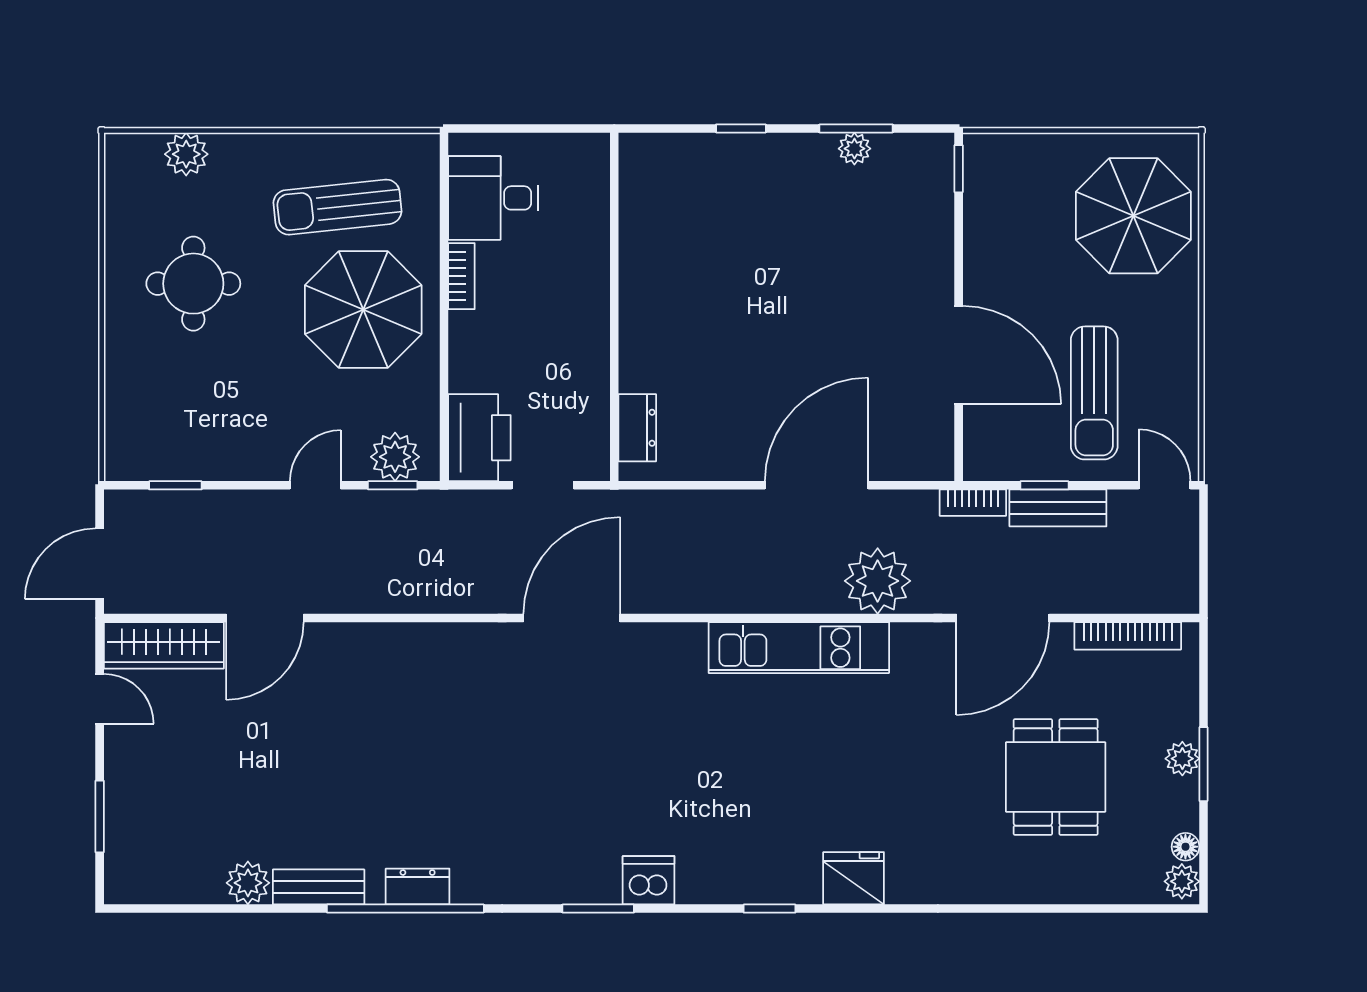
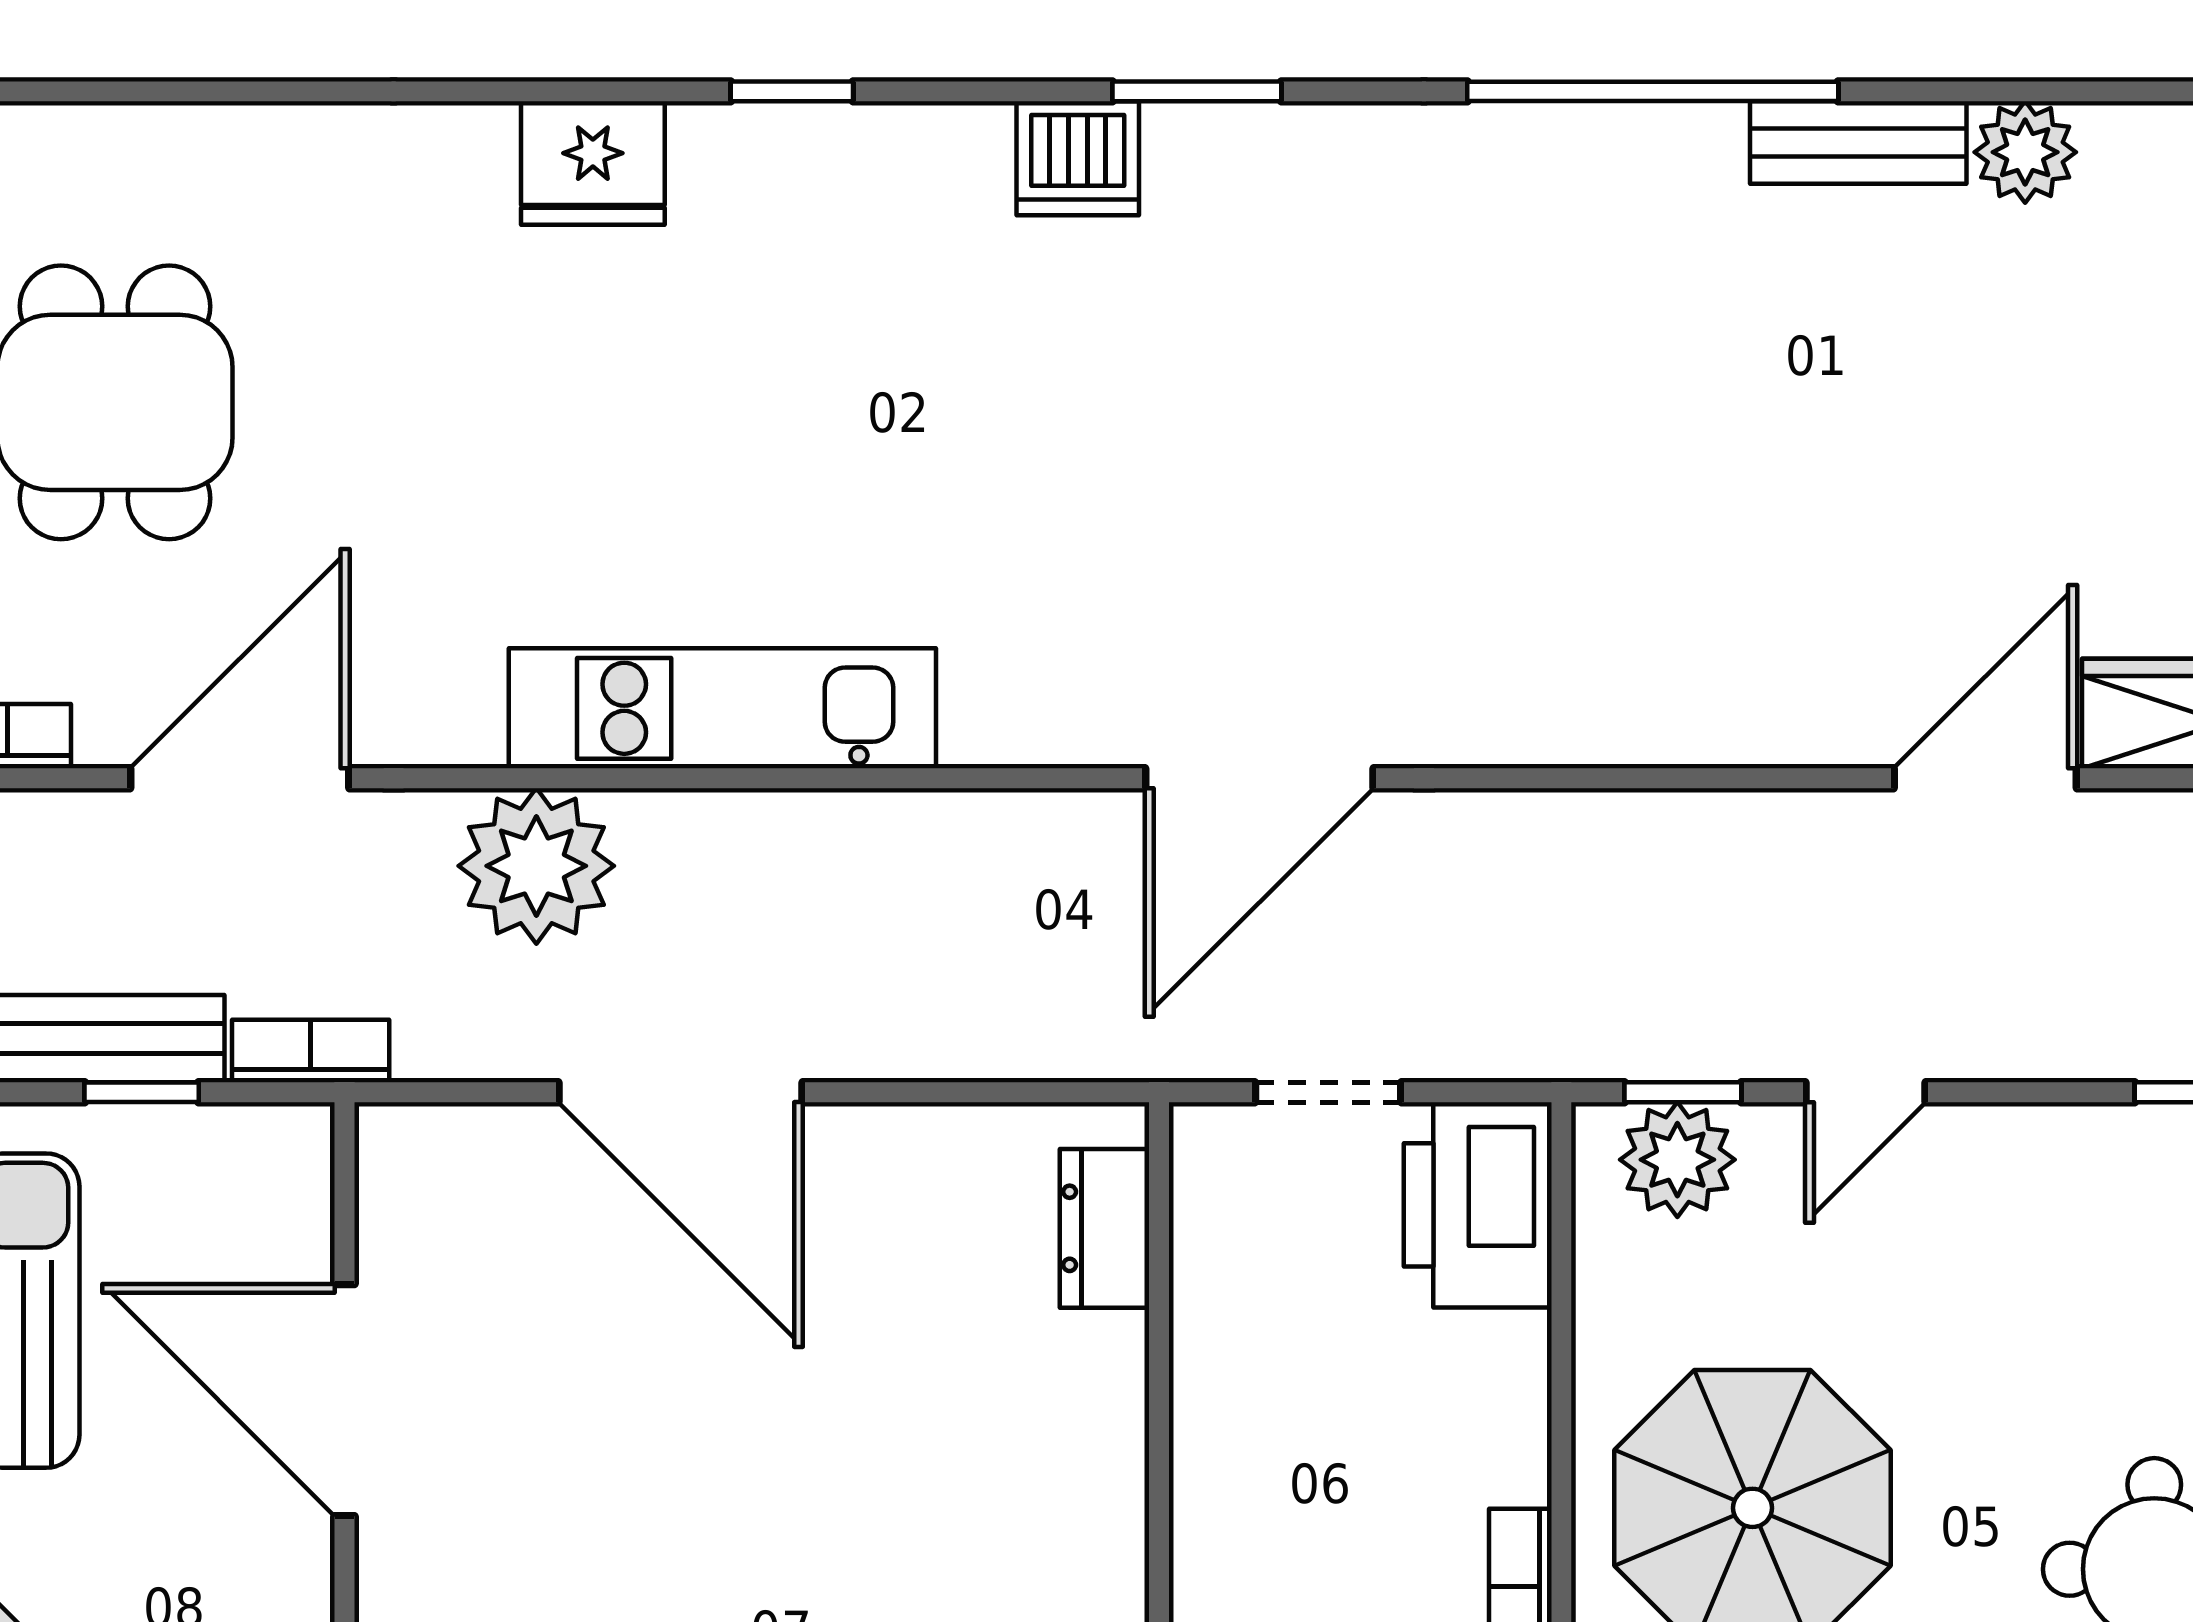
door: (817, 485) -> (681, 1092), hinge flipped
dresser: (418, 886) -> (1624, 144), removed

